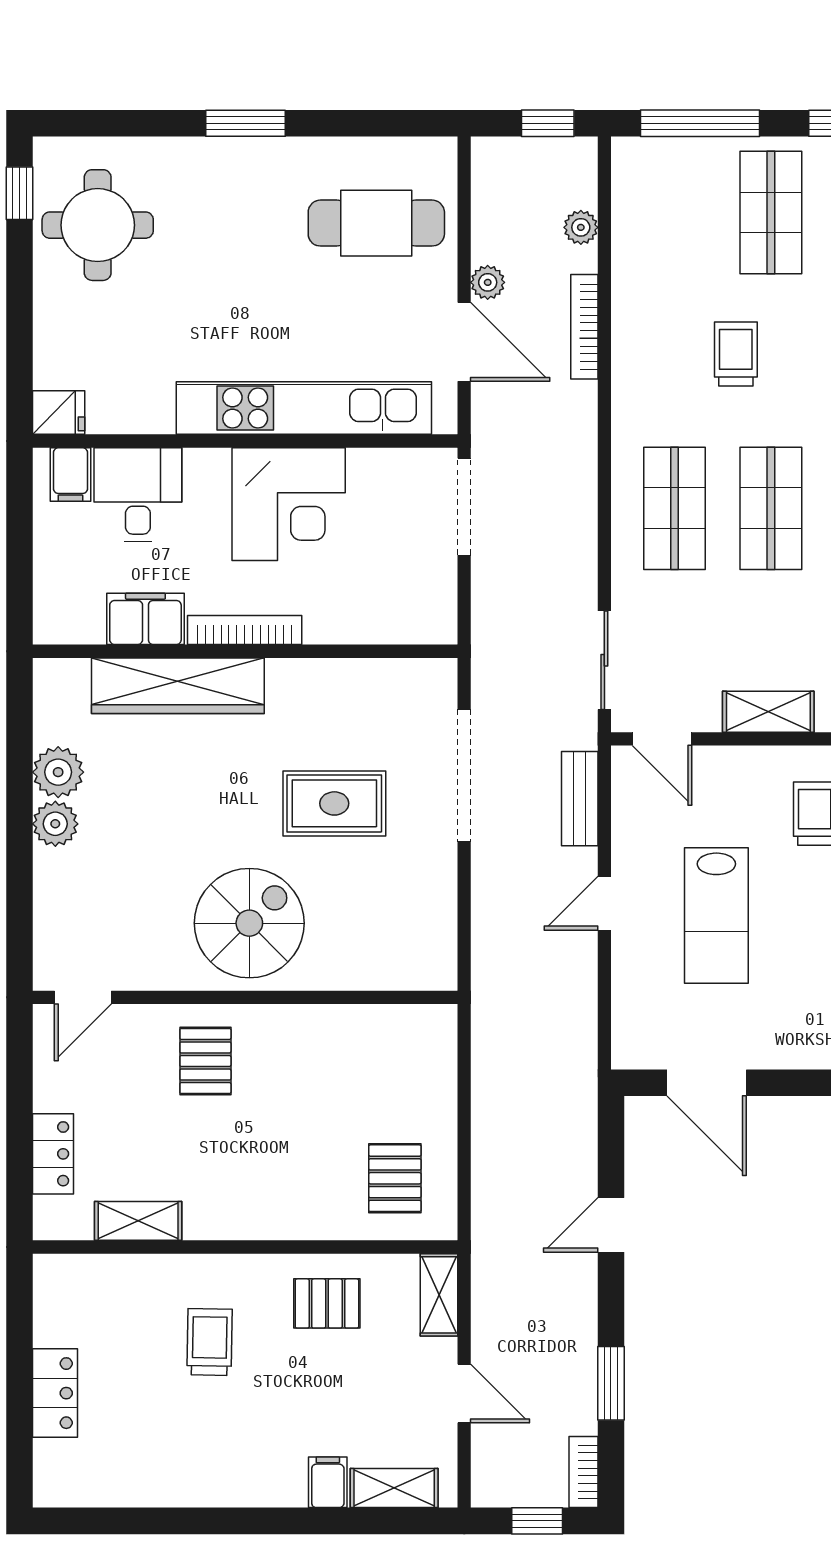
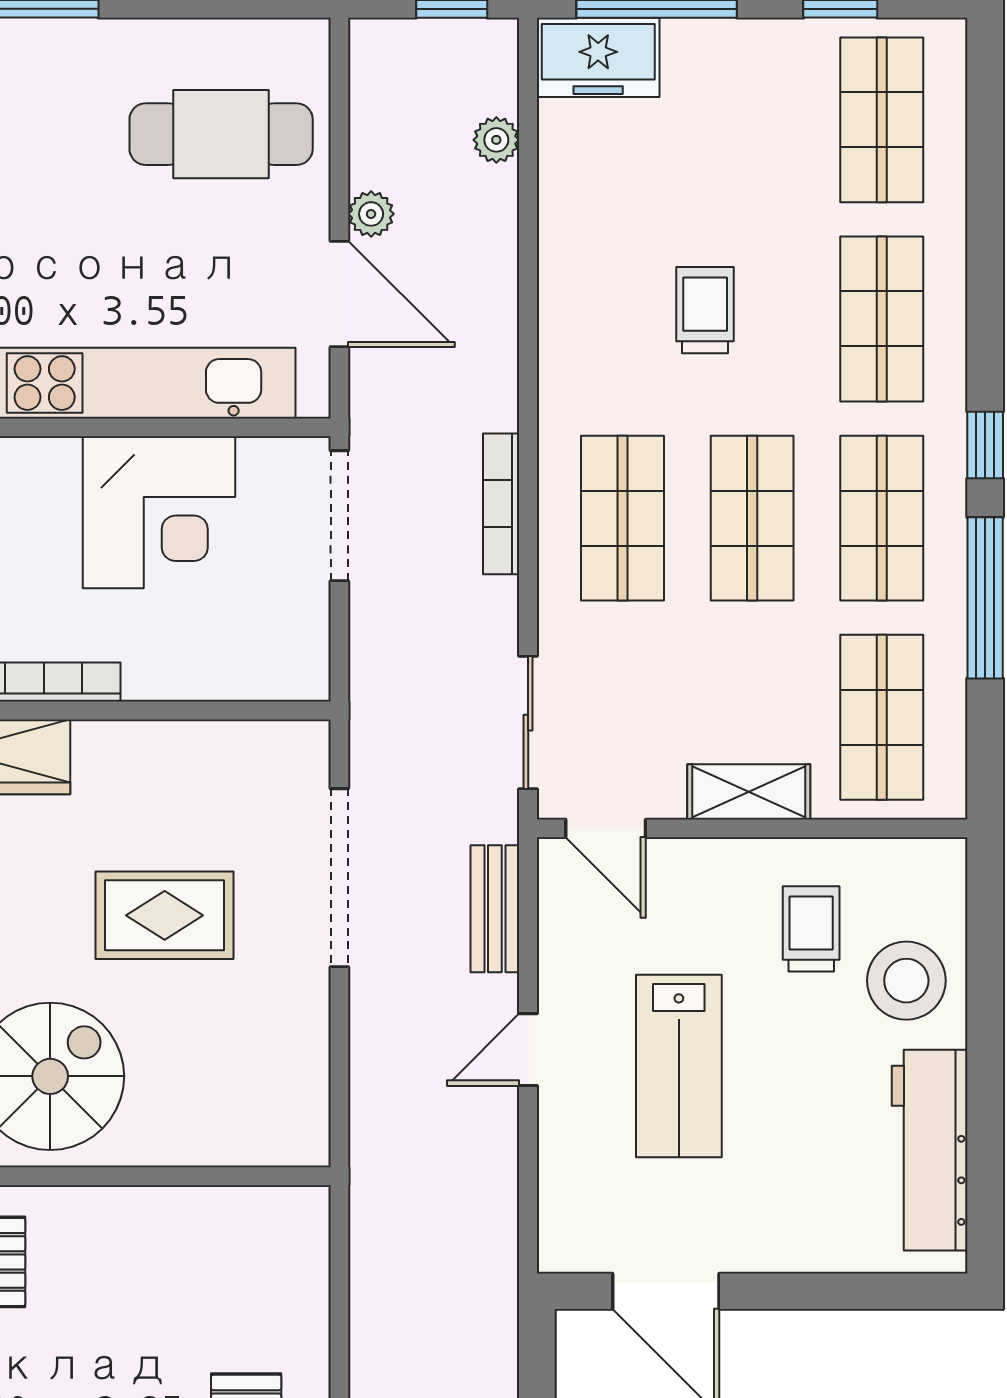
freezer: (656, 166) -> (598, 57), added
shop shelf: (771, 212) -> (752, 120), removed
bookcase: (584, 327) -> (501, 504), moved
corner desk: (289, 504) -> (159, 512), moved

